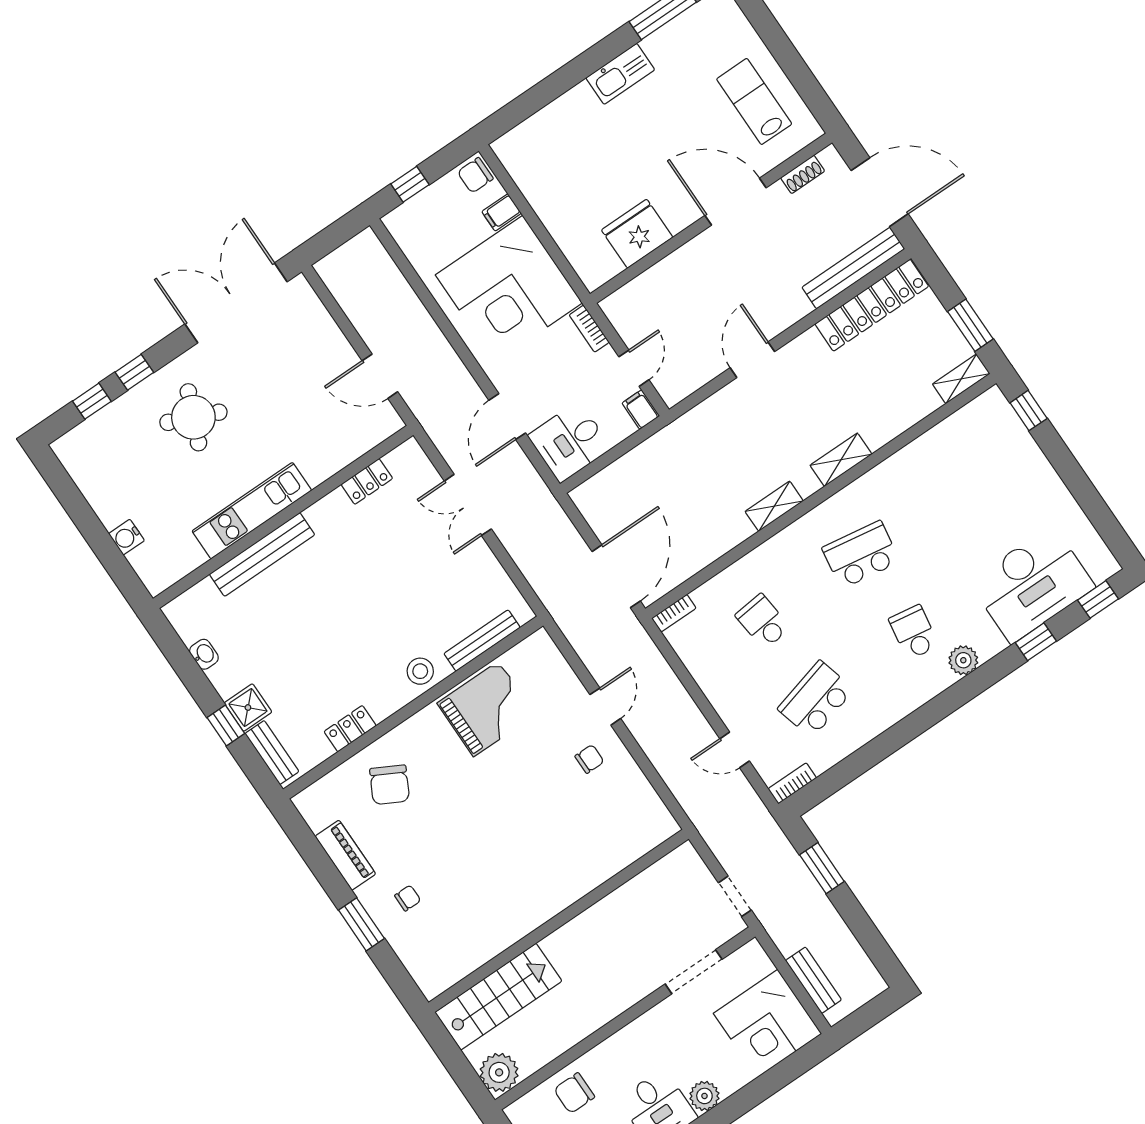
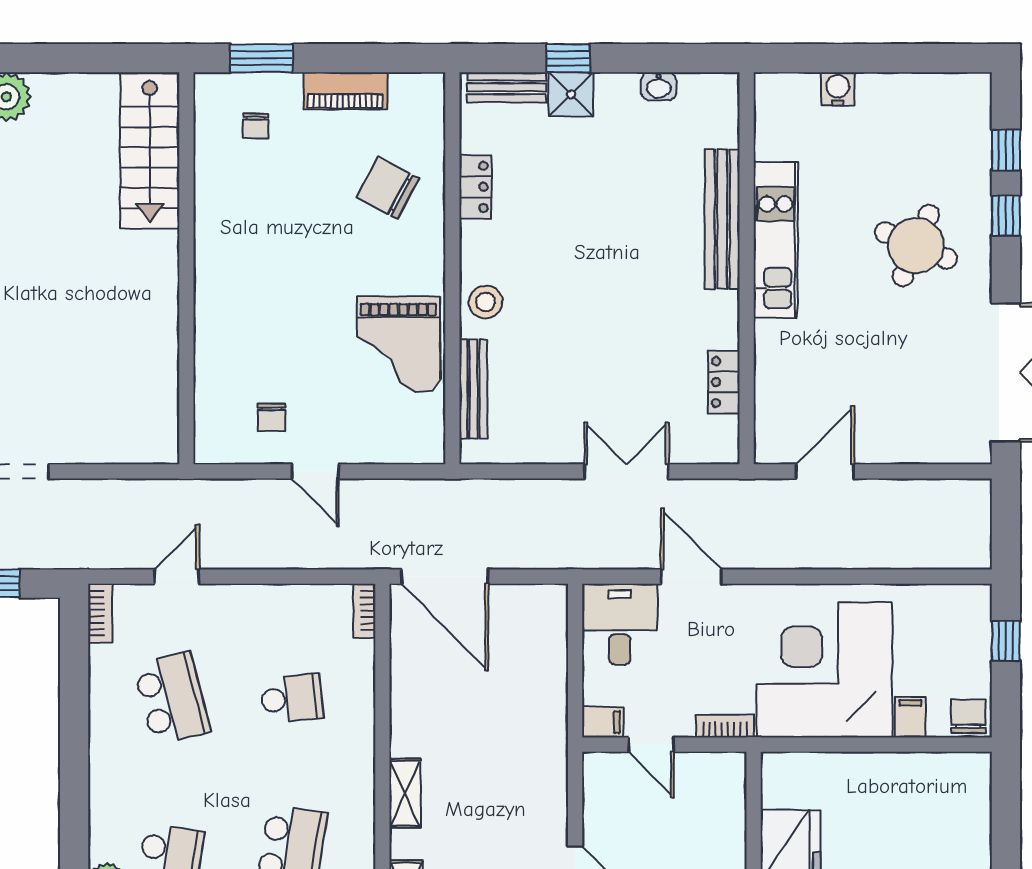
wall: (559, 921) -> (186, 268), moved
stairs: (498, 997) -> (150, 150), moved

